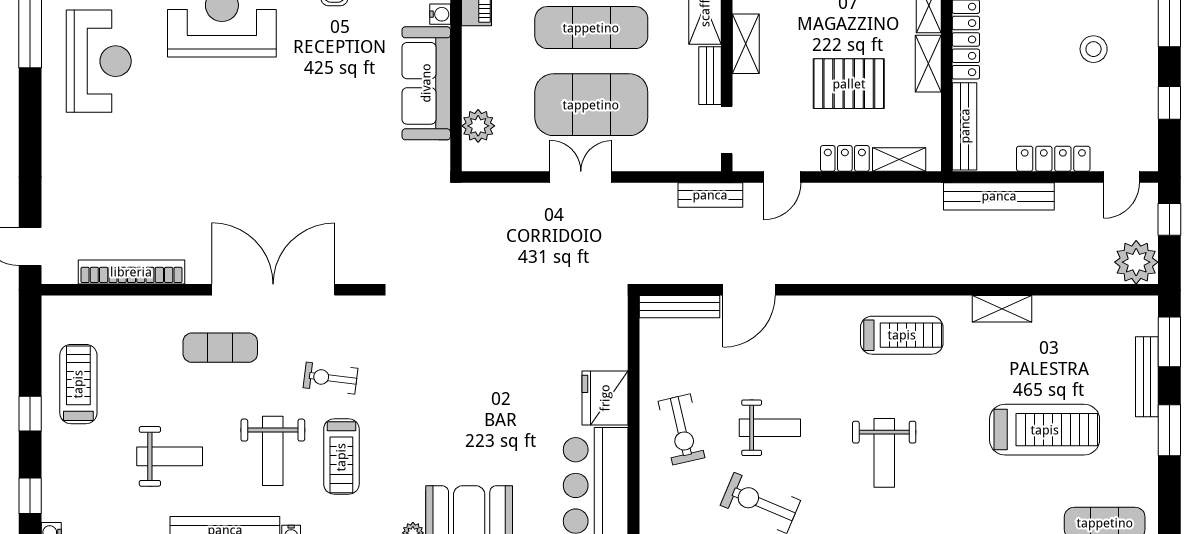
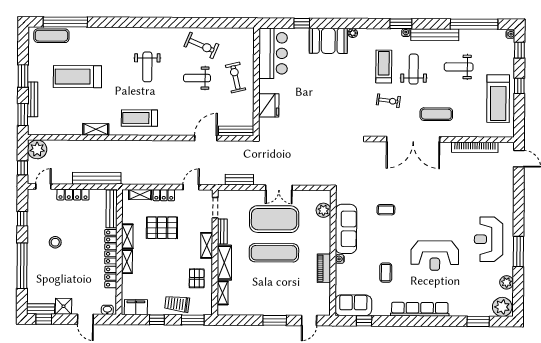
coffee table: (335, 128) -> (386, 210), added
bench: (710, 195) -> (239, 180), moved
treadmill: (78, 384) -> (498, 99), width x1.37, depth x1.38
fridge: (605, 398) -> (269, 105), moved
weight bench: (884, 453) -> (147, 67), turned 180

